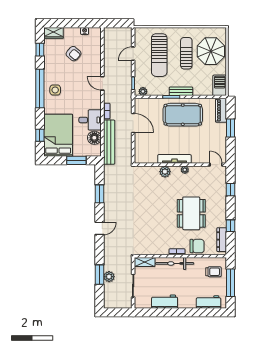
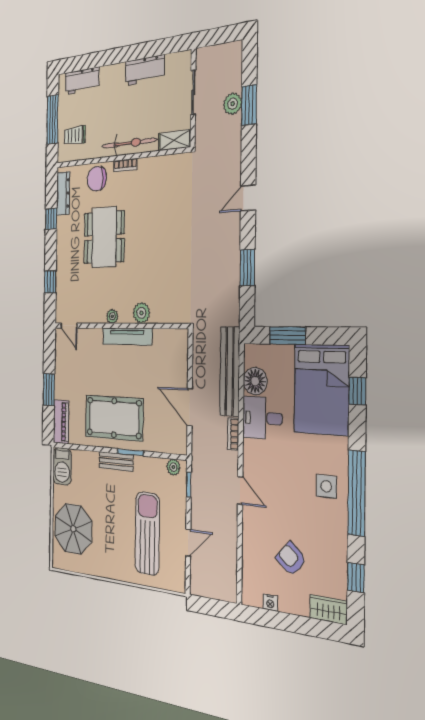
sun lounger: (186, 53) -> (107, 531), removed

